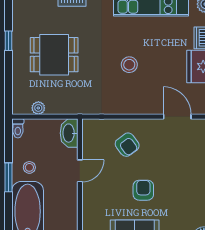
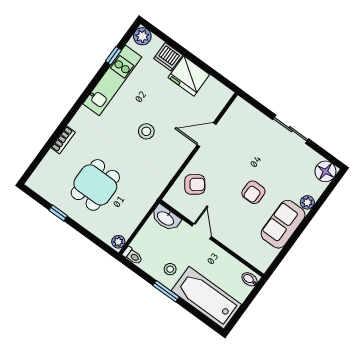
plant: (38, 108) -> (118, 242), moved
door: (177, 117) -> (206, 135), moved
armchair: (127, 145) -> (195, 184), moved
armchair: (143, 190) -> (253, 192), turned -90

